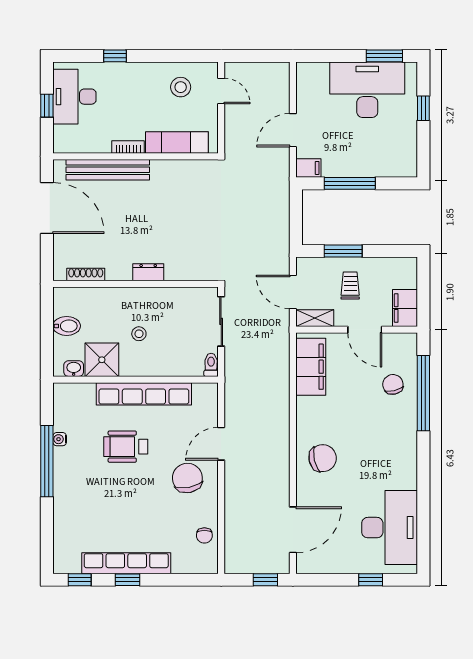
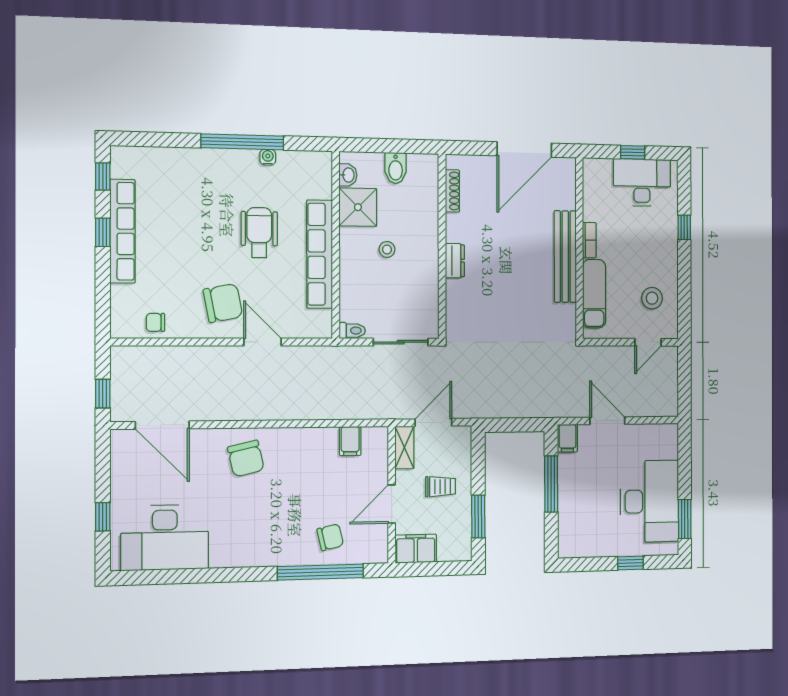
bench: (108, 170) -> (565, 257), moved
window: (343, 251) -> (478, 516), moved
filing cabinet: (311, 367) -> (350, 441), width x0.33, depth x0.86

